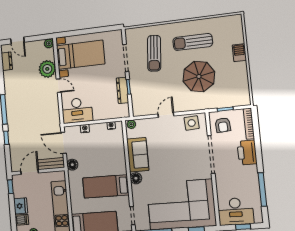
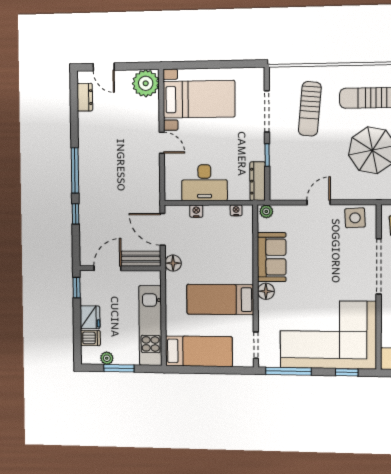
plant: (49, 43) -> (146, 83), width x1.87, depth x1.87
plant: (47, 69) -> (147, 116), removed
dresser: (122, 90) -> (258, 181), moved
desk: (77, 110) -> (204, 183), moved

